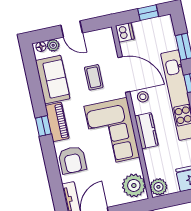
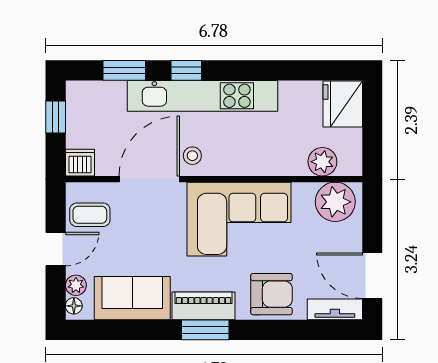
coffee table: (94, 77) -> (90, 215), moved
window: (43, 126) -> (205, 330), width x1.50
kitchen counter: (146, 131) -> (249, 162), removed
plant: (158, 187) -> (322, 162), moved

